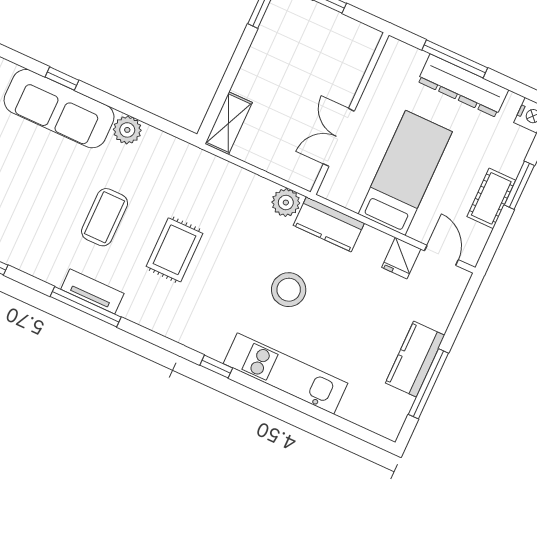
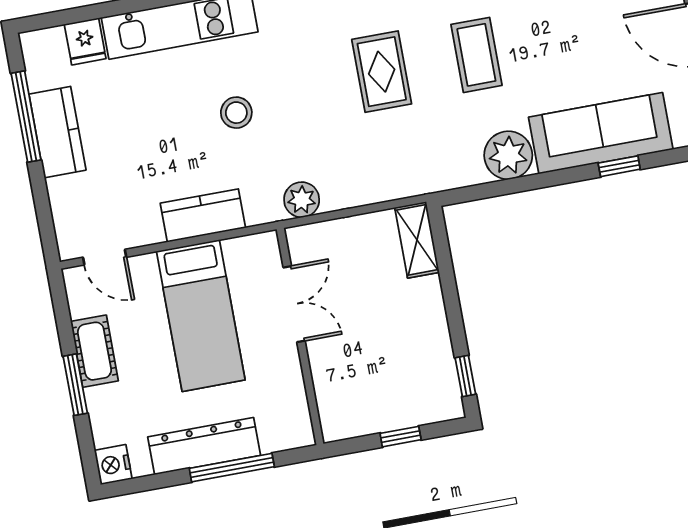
plant: (127, 130) -> (508, 155), width x1.36, depth x1.36
kitchen counter: (329, 224) -> (203, 216), moved
fridge: (401, 258) -> (85, 41), moved, turned 180
stool: (289, 290) -> (236, 113), width x0.73, depth x0.73

